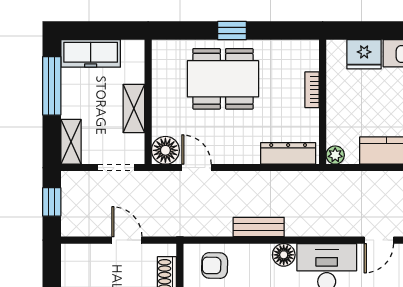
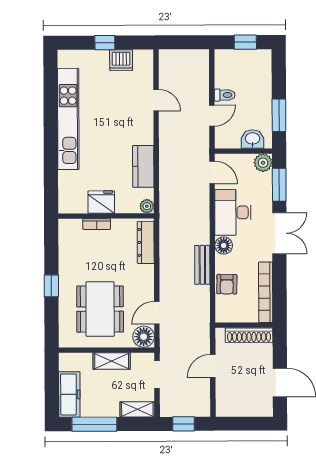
fridge: (364, 54) -> (101, 202), moved, turned -90
dining table: (223, 79) -> (100, 309), moved
armchair: (215, 265) -> (227, 284), moved

